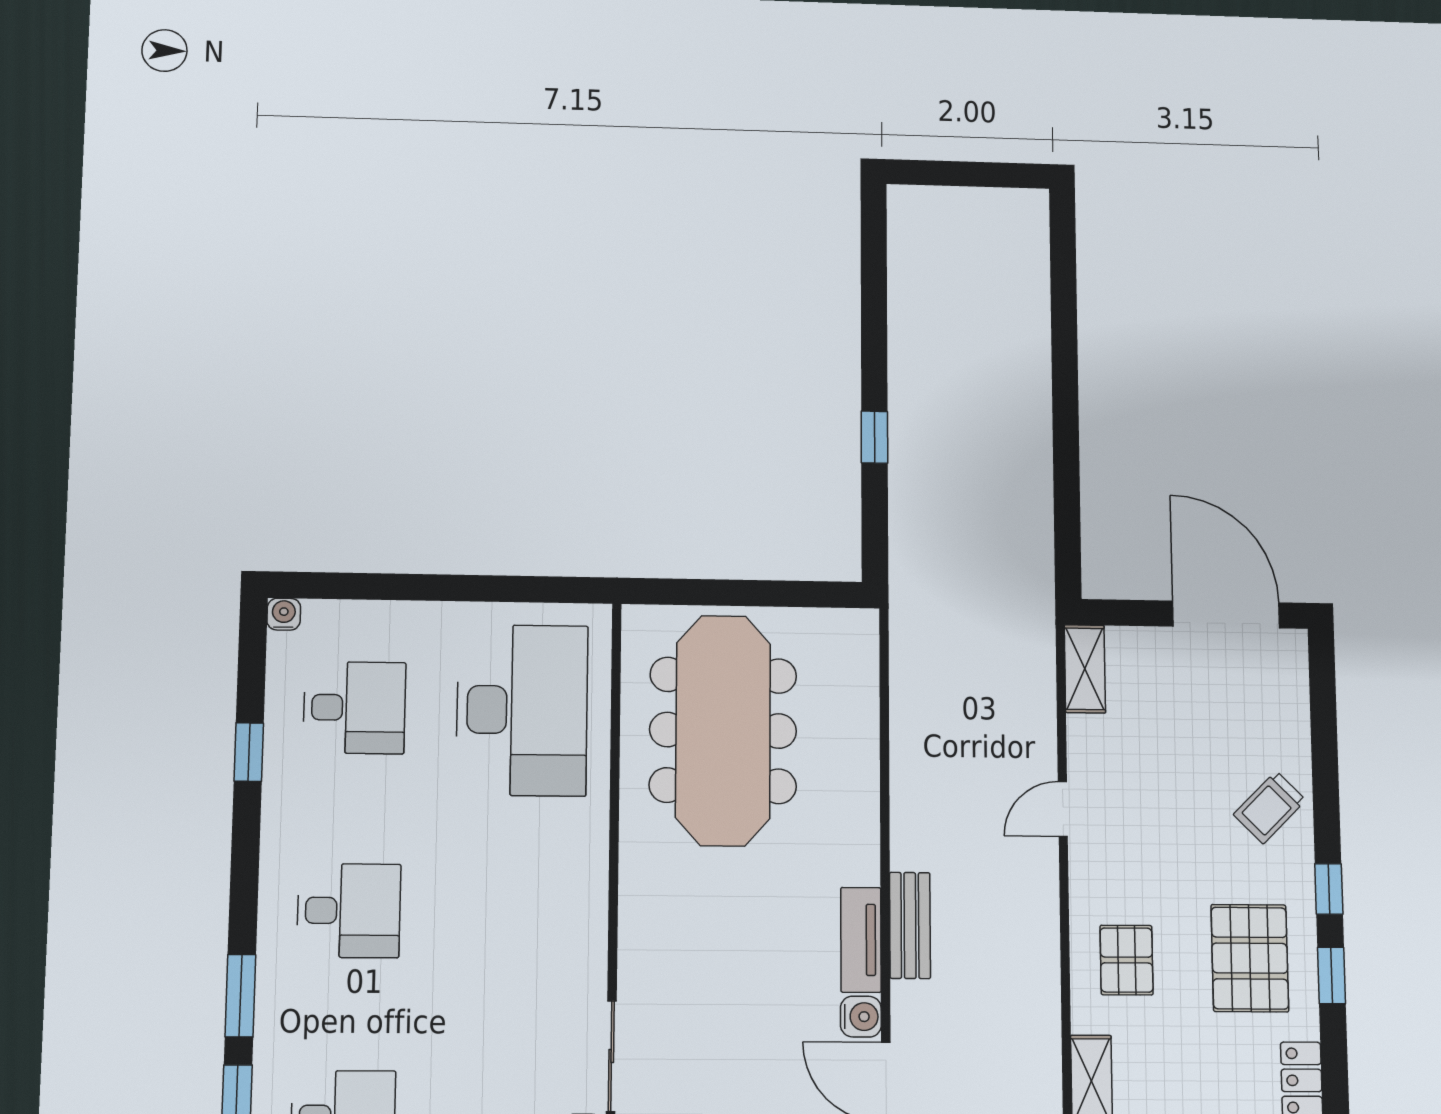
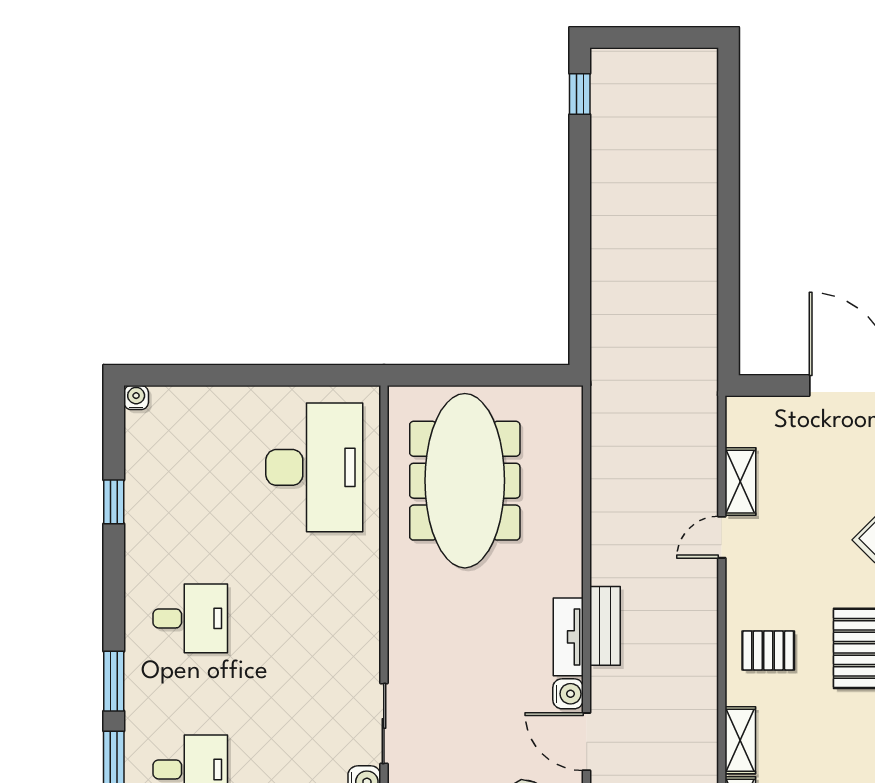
window: (874, 437) -> (580, 94), moved
shelving: (1085, 669) -> (740, 482), moved
desk: (354, 708) -> (190, 467), removed
pallet: (1127, 960) -> (768, 651), turned 90

